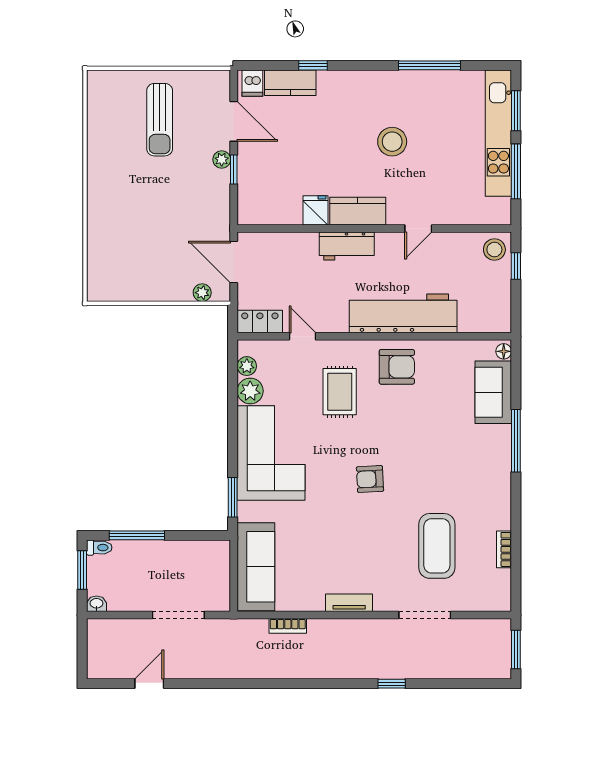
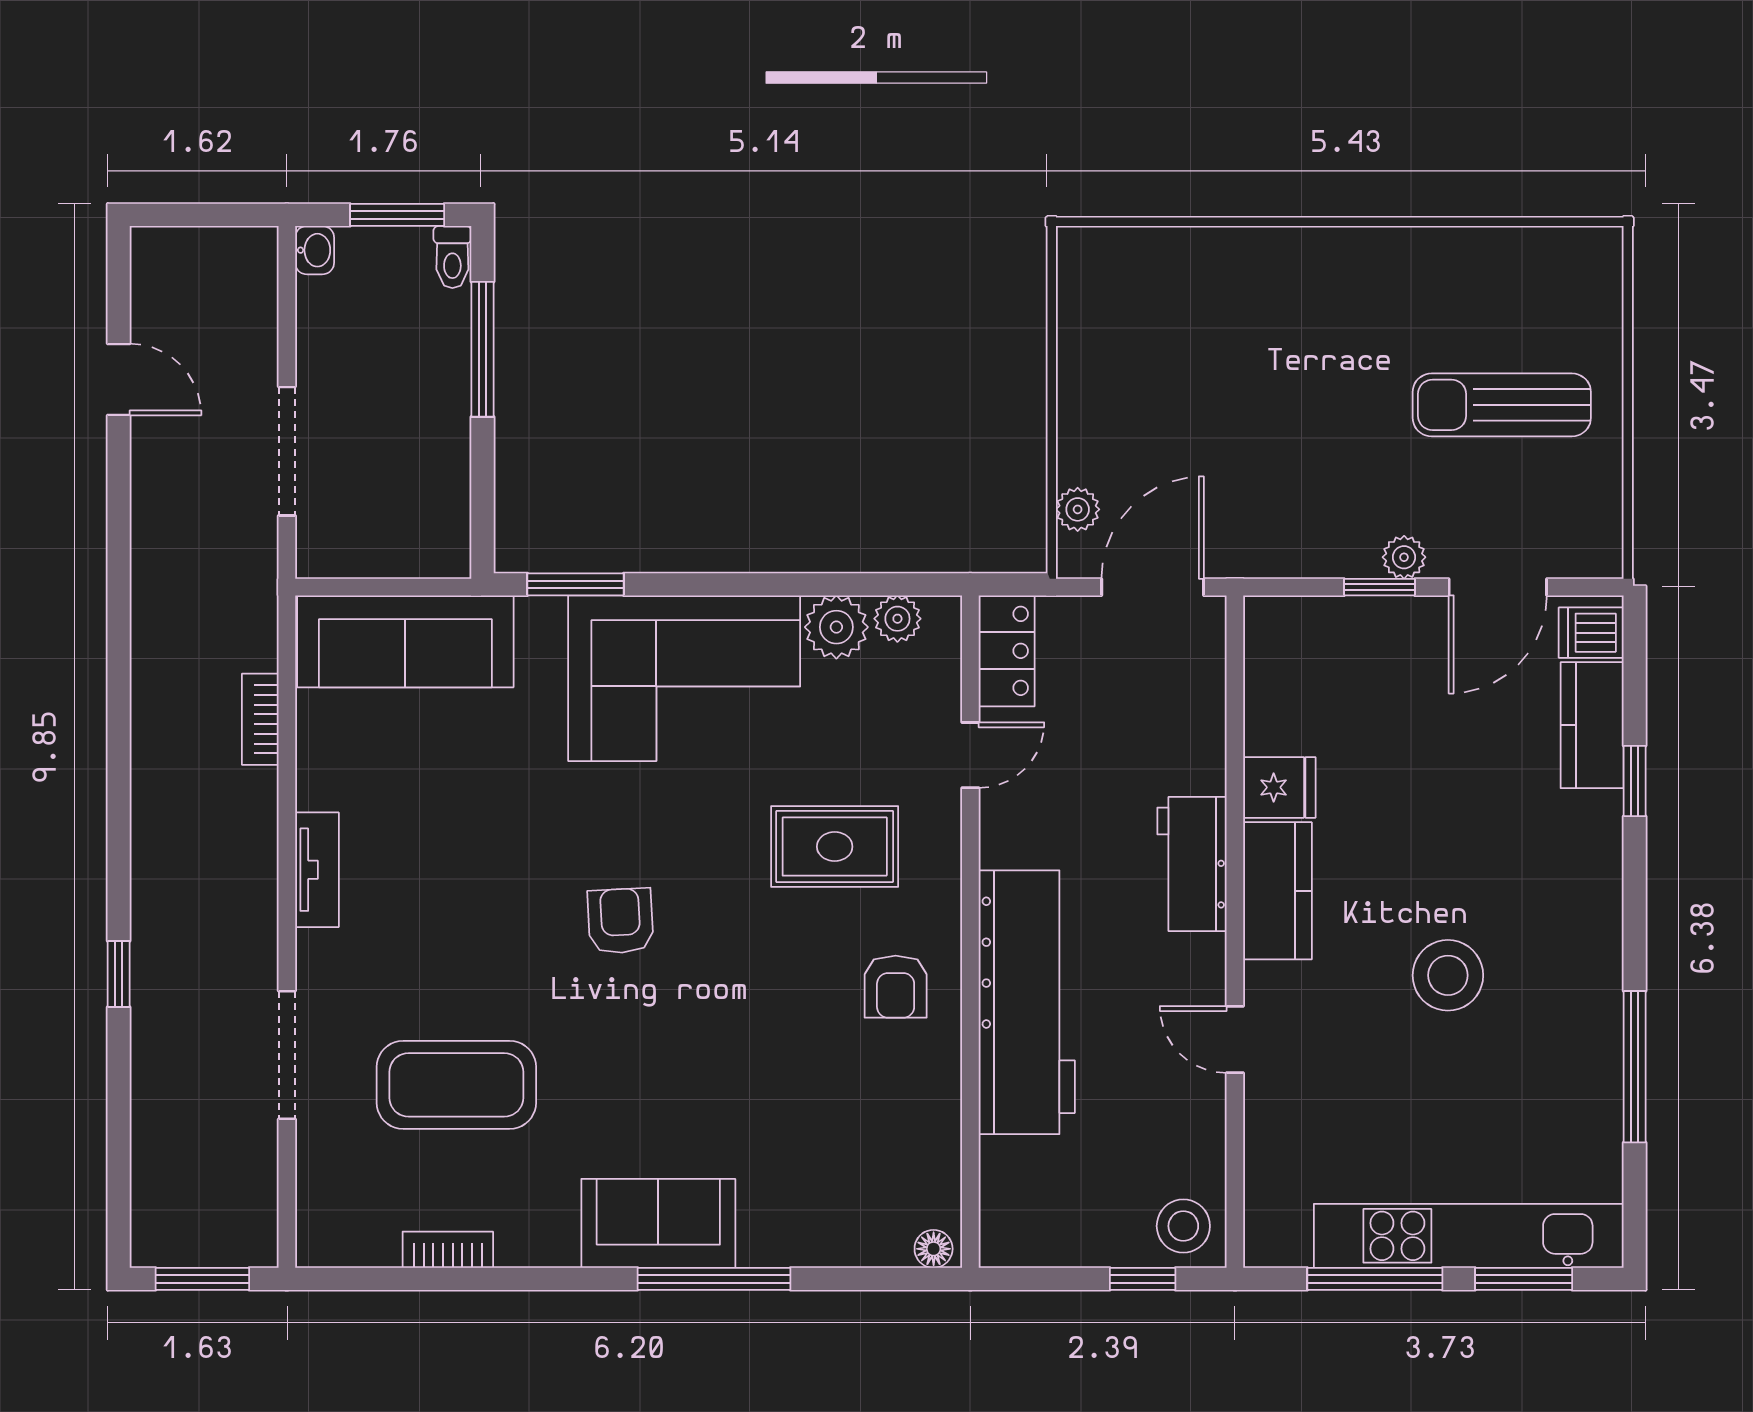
armchair: (397, 367) -> (896, 987), width x0.72, depth x0.72
sofa: (493, 392) -> (658, 1223), moved

